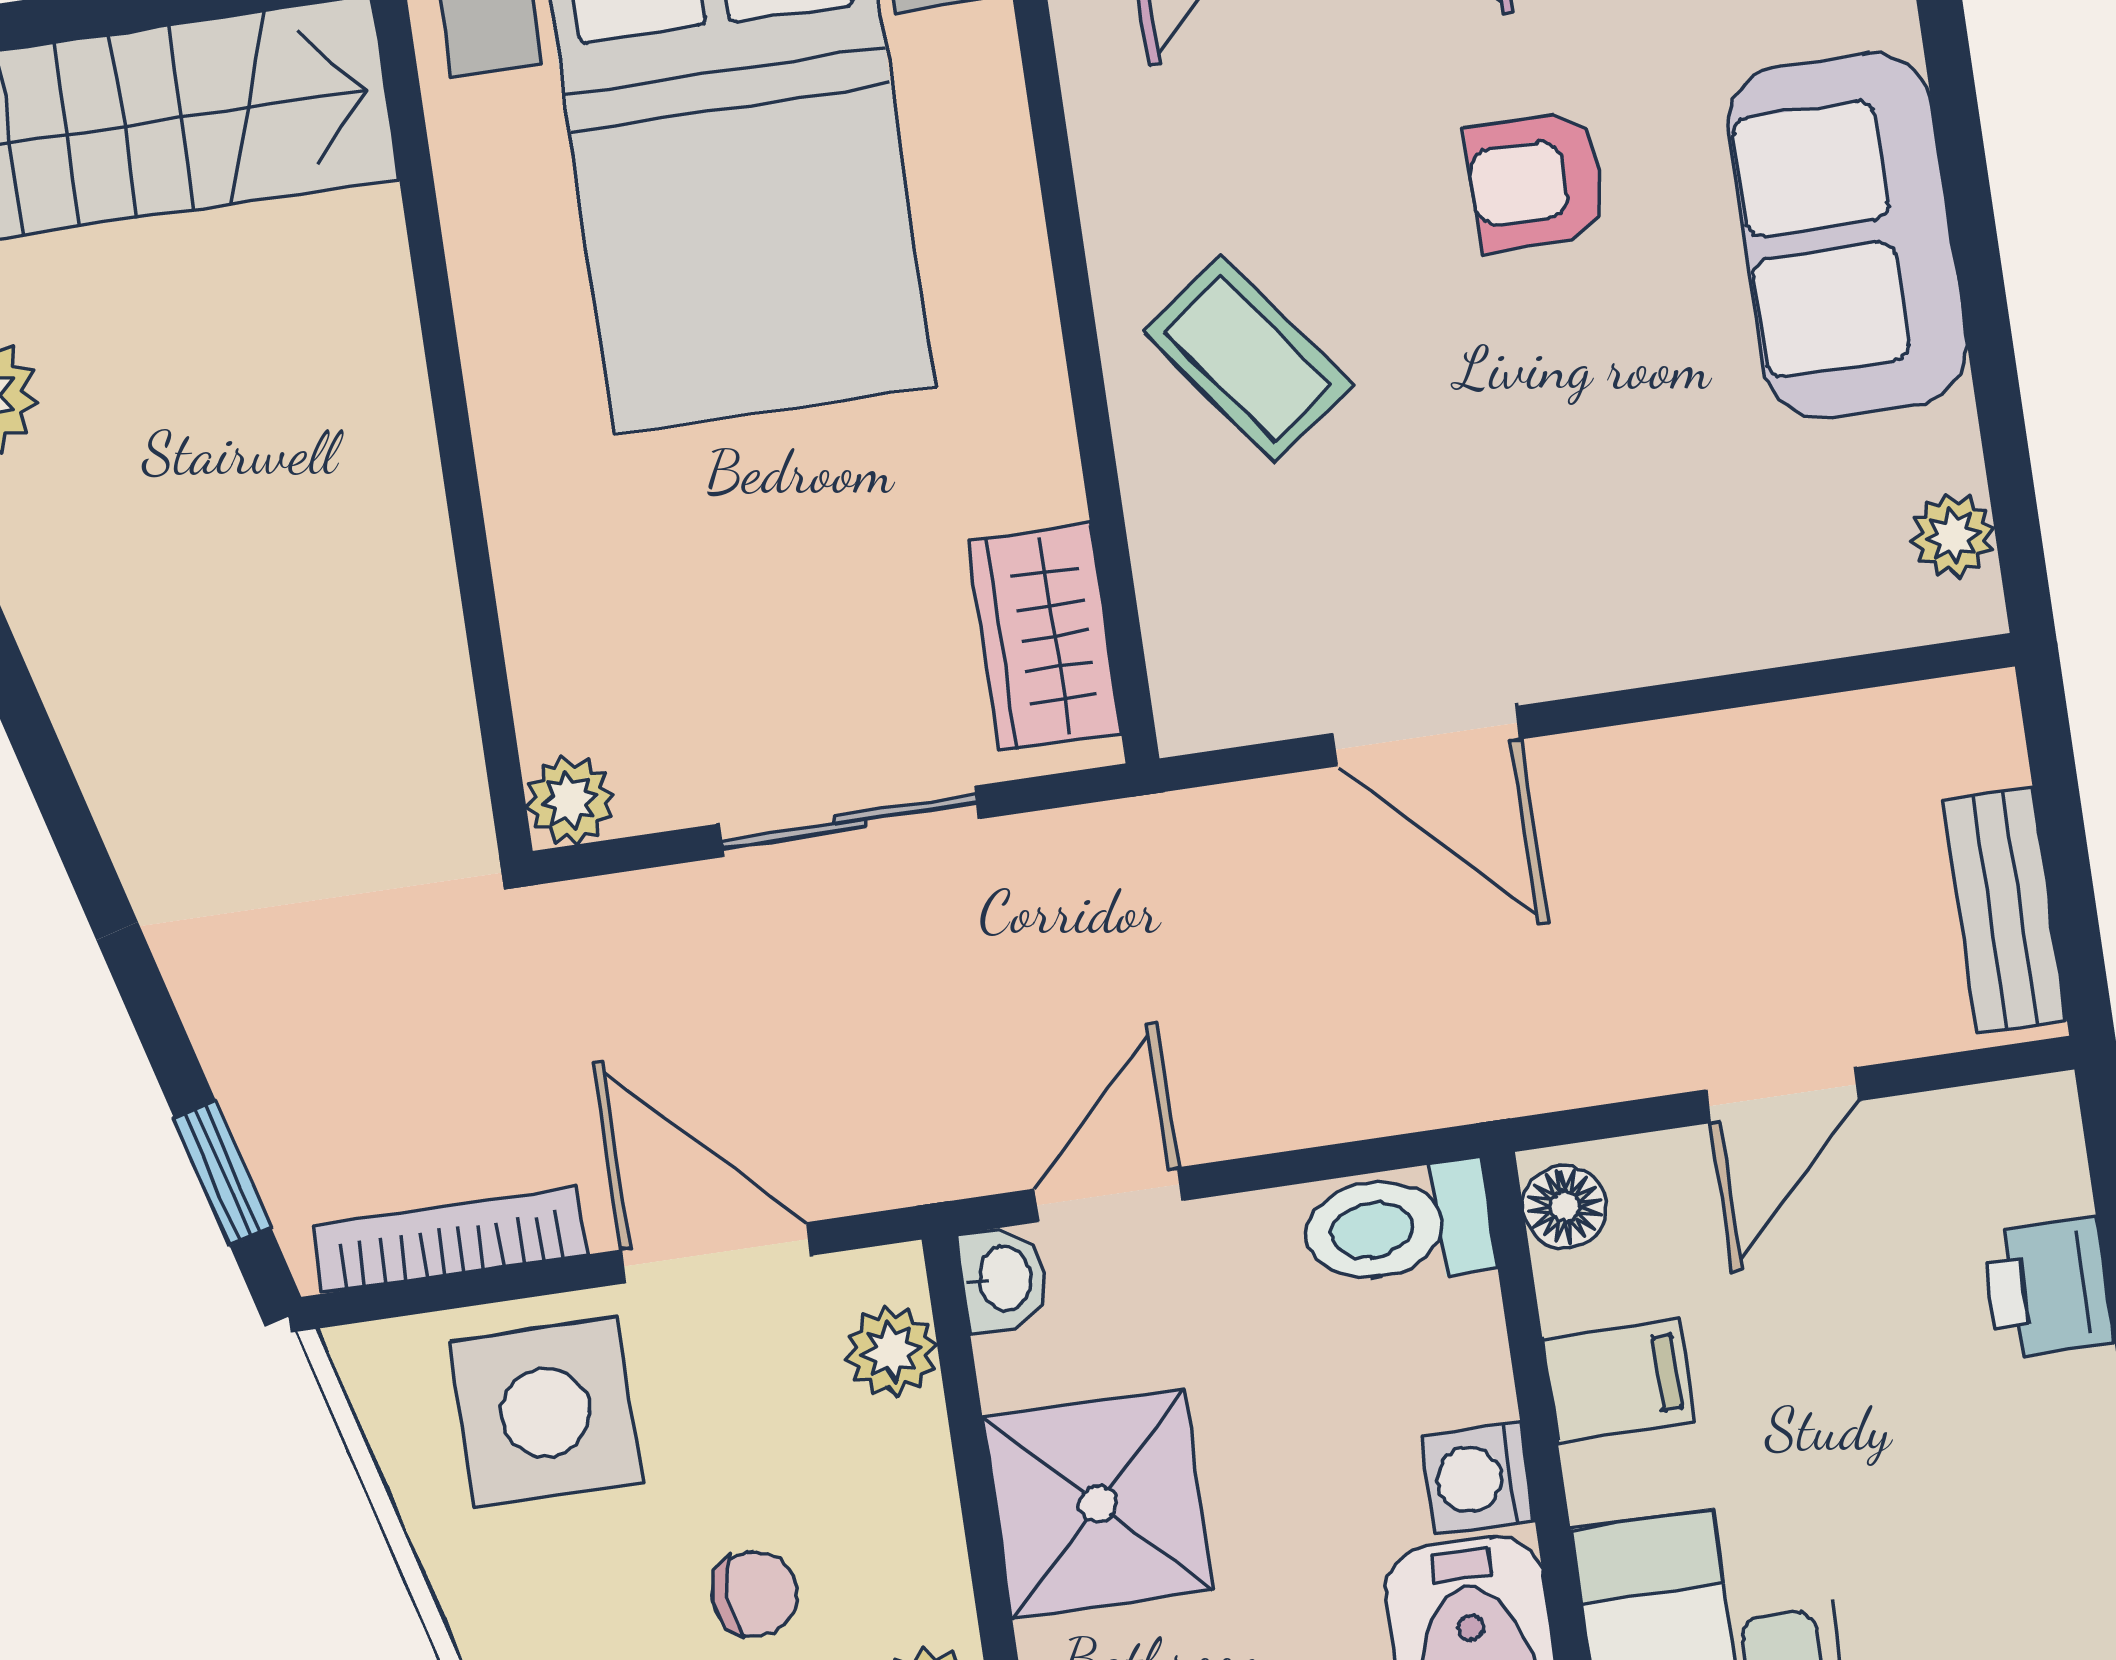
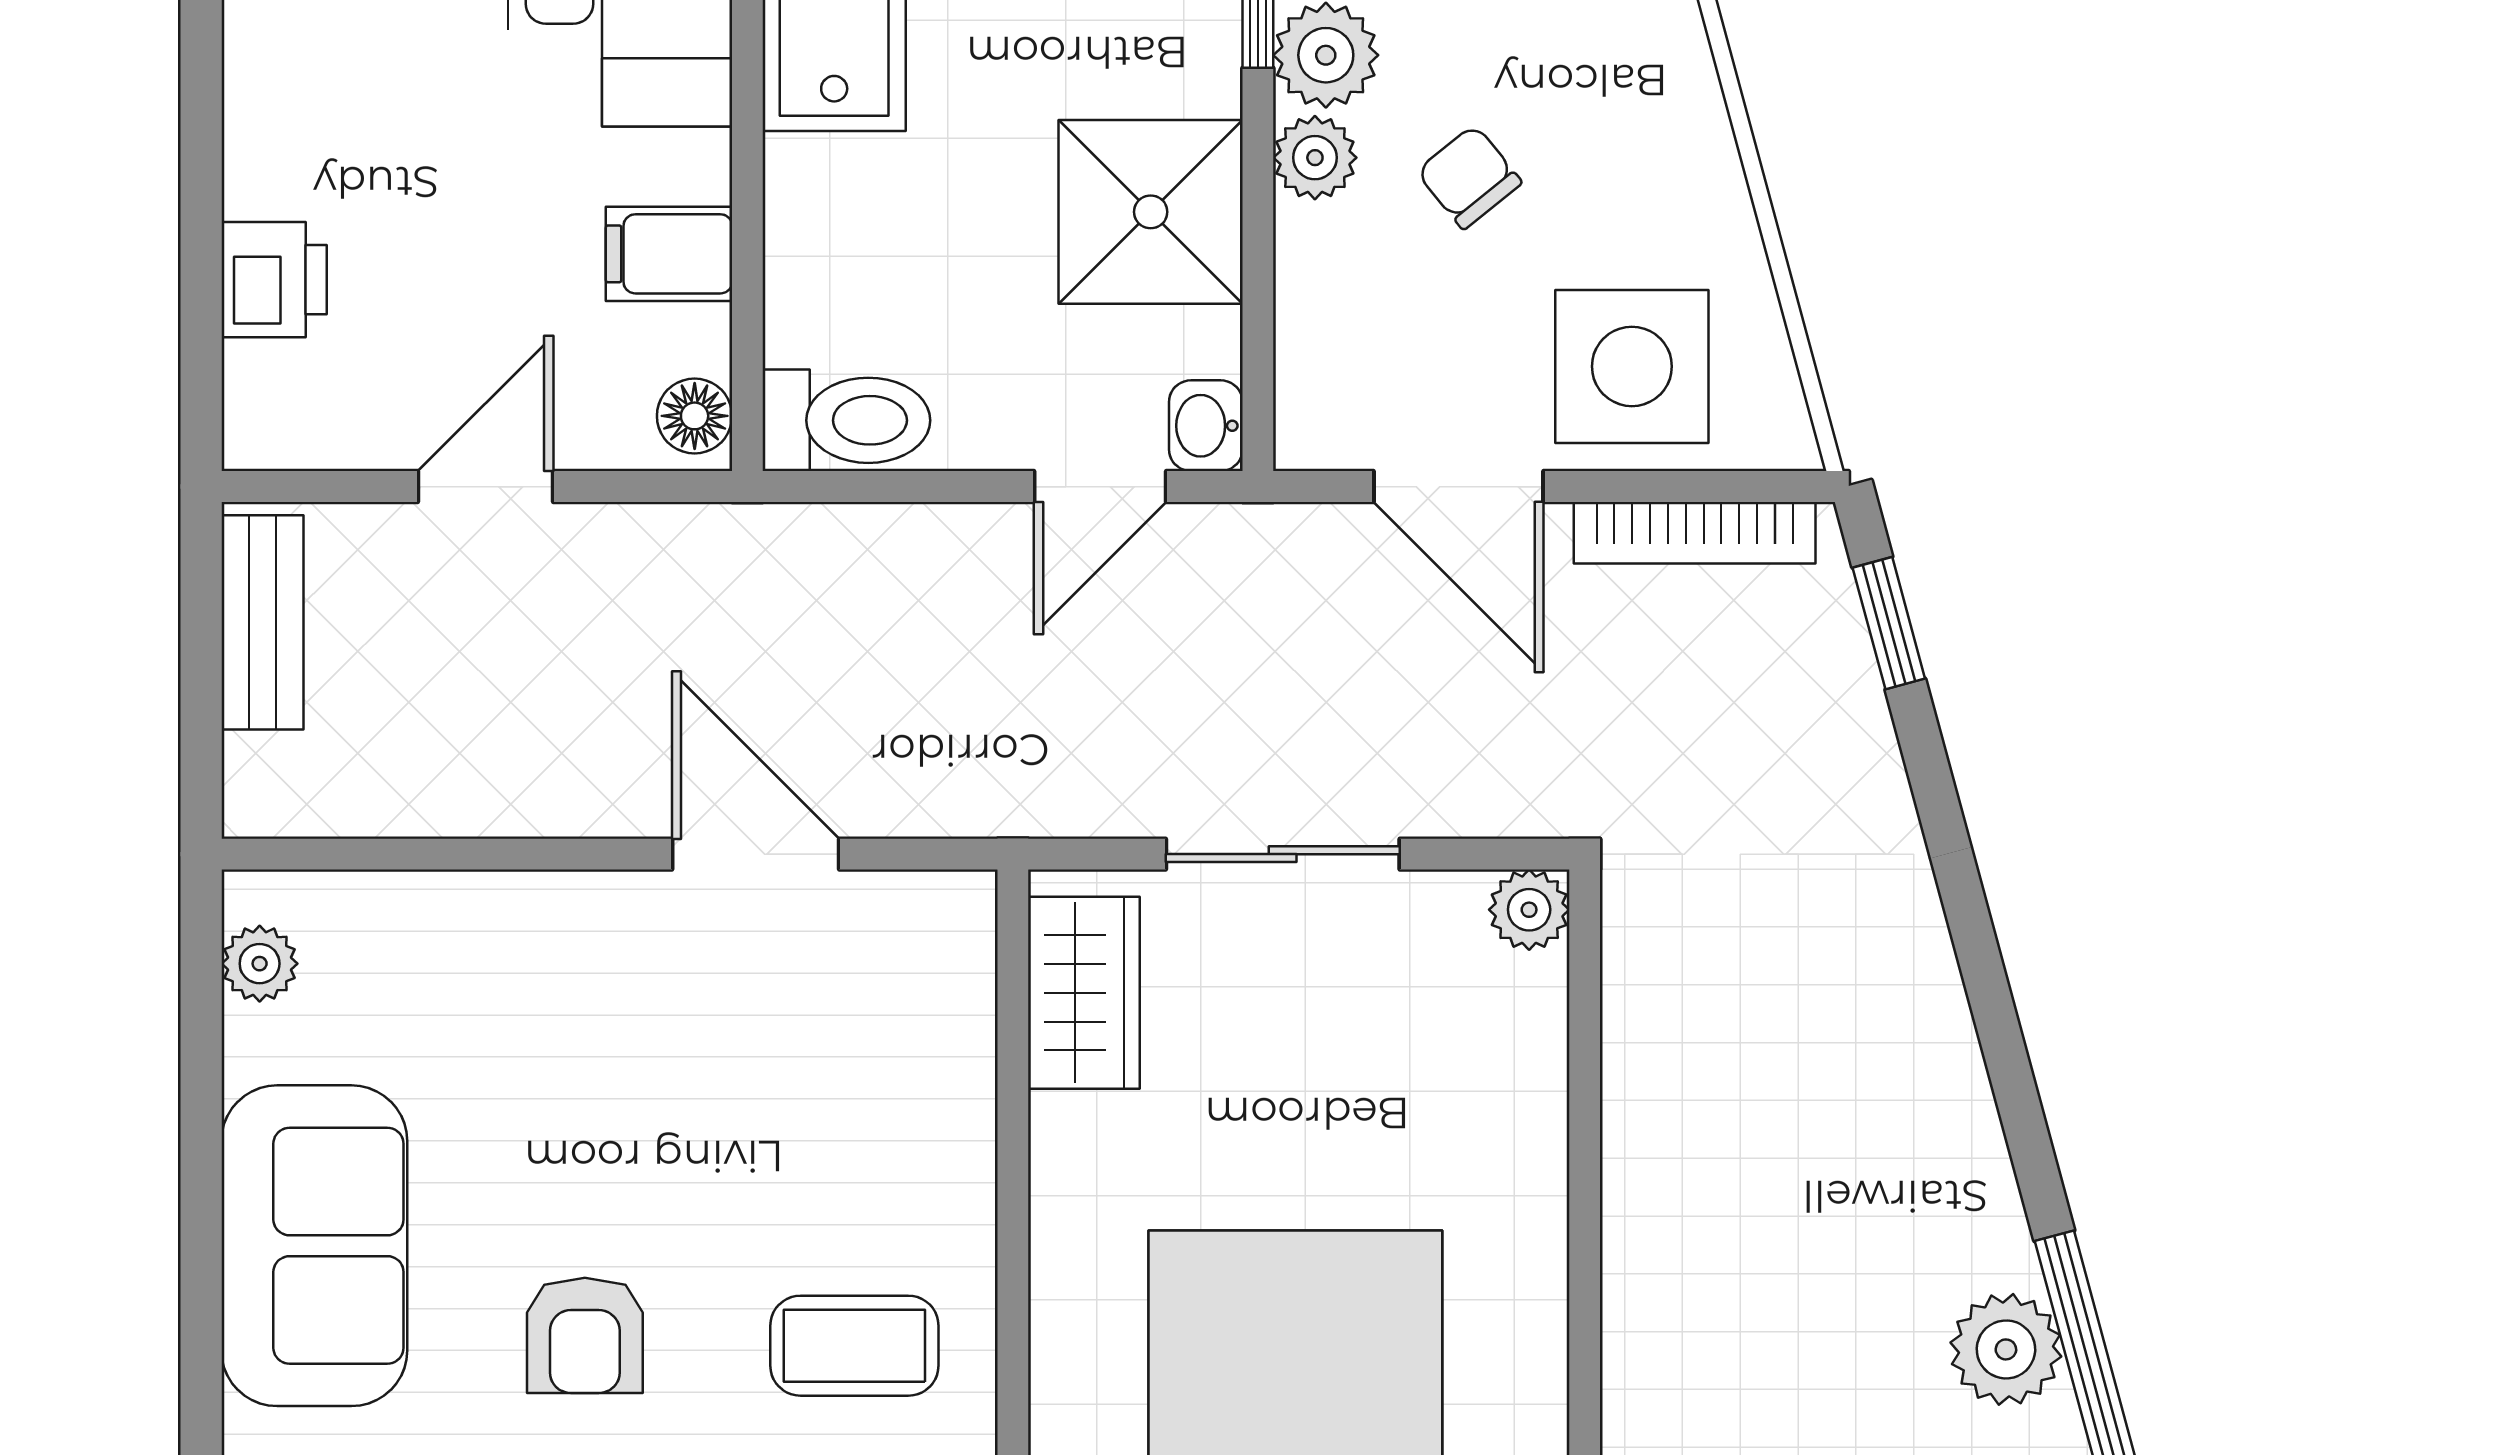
armchair: (1536, 181) -> (585, 1335), turned 90
coffee table: (1248, 358) -> (854, 1346), moved, turned -53
plant: (892, 1352) -> (1315, 158), moved
washing machine: (1478, 1478) -> (808, 185), removed
chair: (755, 1594) -> (1469, 177), turned 51

